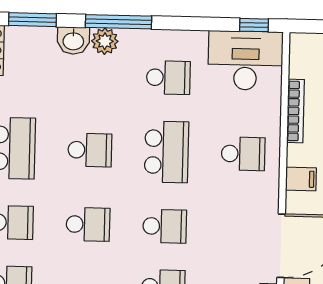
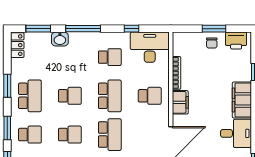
window: (254, 25) -> (131, 29), moved
plant: (105, 41) -> (76, 39), removed
filing cabinet: (301, 179) -> (180, 102), width x2.00
school desk: (165, 226) -> (110, 135), width x1.85

